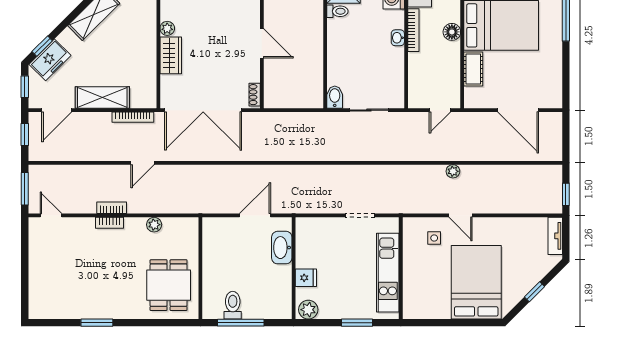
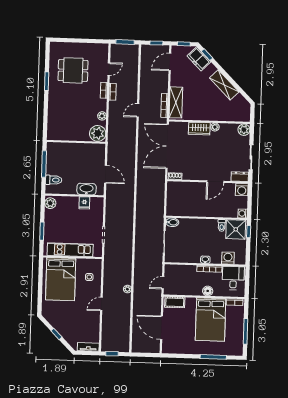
door: (262, 43) -> (215, 182), moved
cot: (473, 69) -> (175, 302), moved
shelving: (102, 97) -> (176, 102), moved
door: (57, 110) -> (170, 62), hinge flipped
door: (440, 110) -> (163, 283), hinge flipped
door: (518, 110) -> (161, 328), hinge flipped
door: (142, 163) -> (138, 110), hinge flipped
door: (51, 215) -> (109, 69), moved
door: (460, 215) -> (101, 304), moved
plant: (185, 231) -> (98, 133), added
fridge: (306, 278) -> (84, 203), moved
bed: (476, 282) -> (61, 279), moved, turned 90
dining table: (169, 285) -> (73, 70), moved
toilet: (233, 305) -> (54, 180), moved

